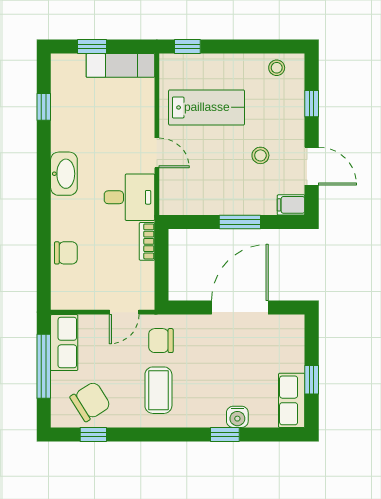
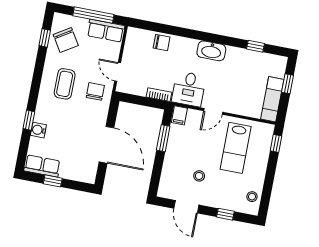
door: (312, 166) -> (186, 207), hinge flipped
filing cabinet: (291, 205) -> (179, 115), moved, turned 180
window: (240, 222) -> (163, 138), moved
chair: (66, 253) -> (162, 43), turned -90
coffee table: (158, 390) -> (65, 84), turned 90

